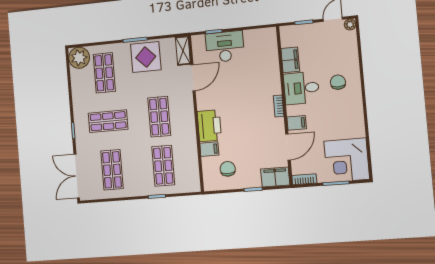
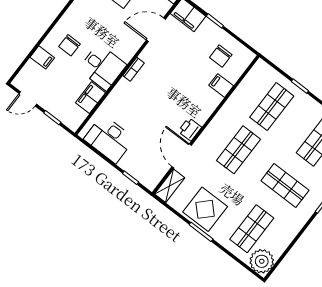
plant: (350, 24) -> (18, 82), removed
desk: (225, 47) -> (109, 139), moved
door: (193, 78) -> (182, 156), hinge flipped
filing cabinet: (297, 123) -> (42, 57), moved, turned 180
printer: (209, 126) -> (190, 129), moved, width x0.53, depth x0.68

